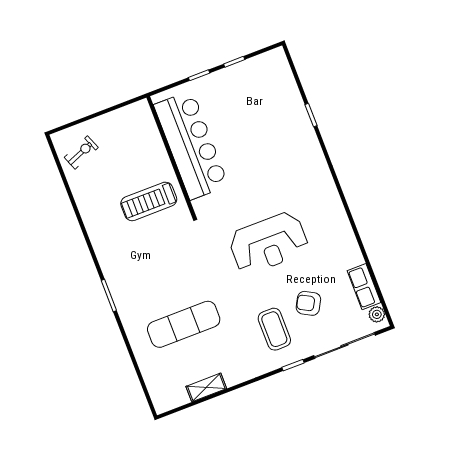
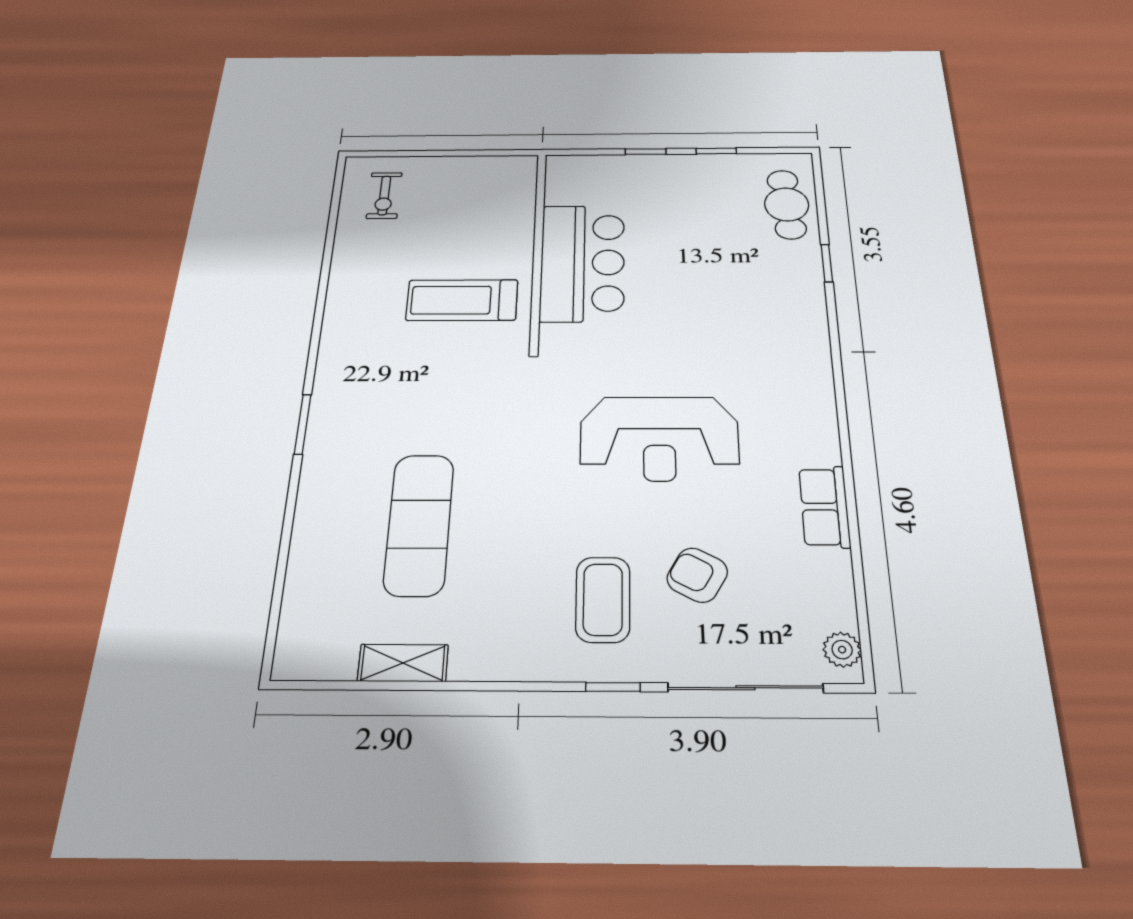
cafe table: (280, 85) -> (787, 204), added
bar counter: (191, 145) -> (583, 263), width x0.73
exercise bike: (81, 152) -> (384, 195), turned 112
row of seats: (364, 287) -> (825, 507), moved
exercise mat: (184, 324) -> (419, 524), turned 90

